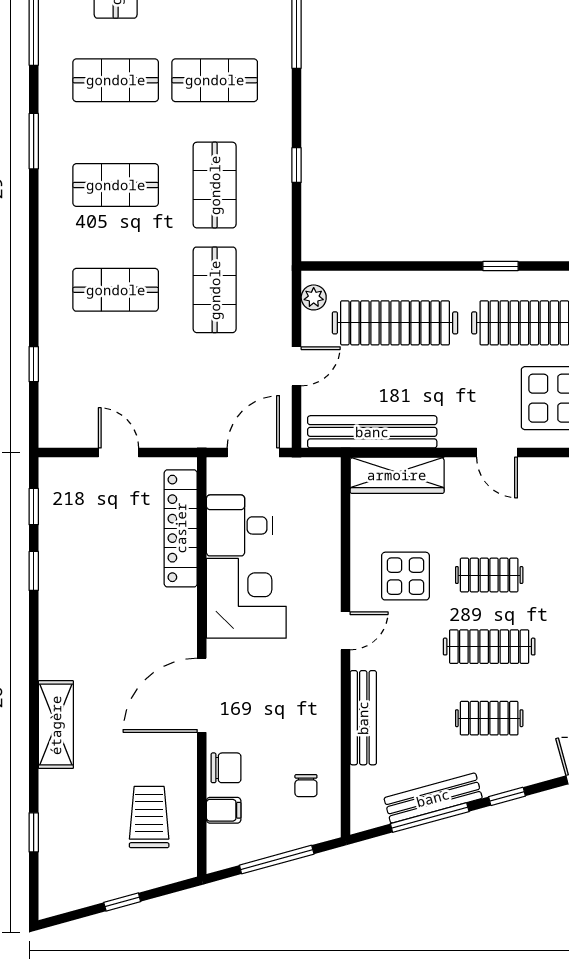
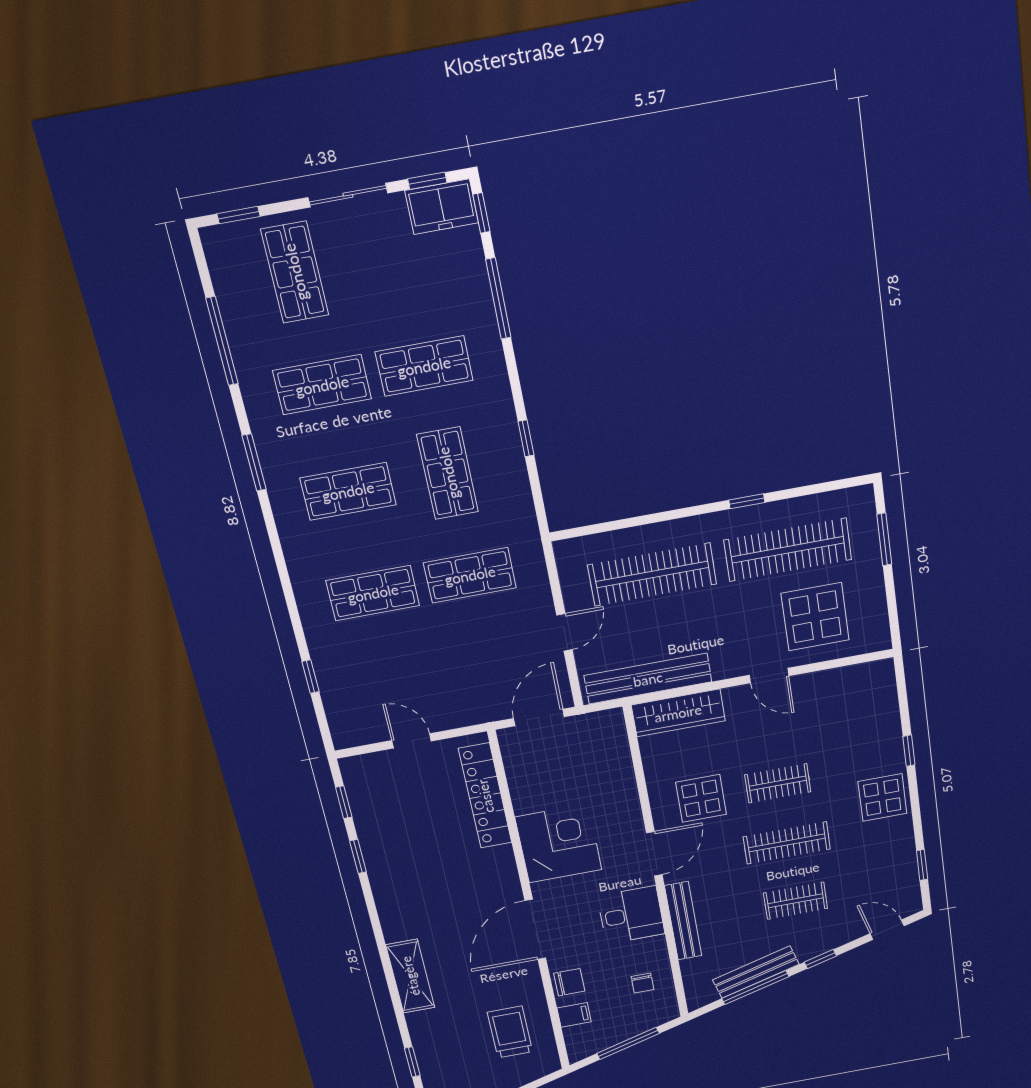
shop shelf: (215, 290) -> (470, 575), turned 90
plant: (314, 297) -> (568, 565), removed
desk: (239, 525) -> (631, 915), moved, turned 180
door: (345, 631) -> (654, 854), width x1.38

